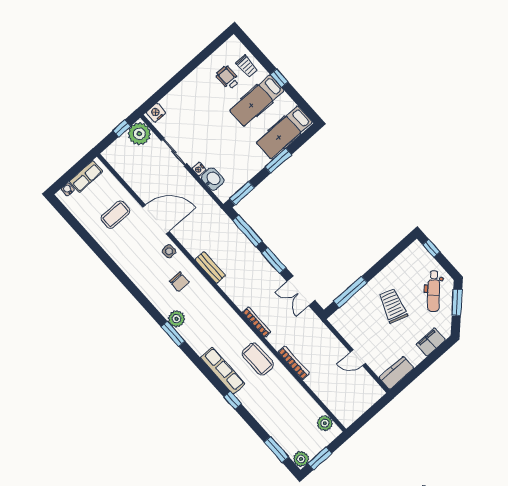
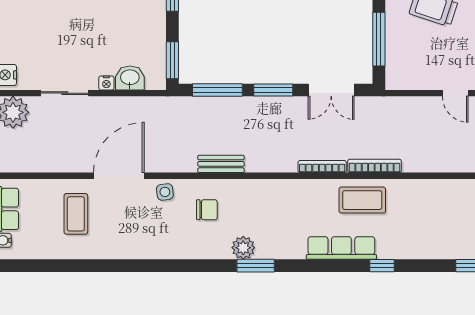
door: (358, 358) -> (455, 93), hinge flipped
bookcase: (294, 363) -> (375, 166), moved

